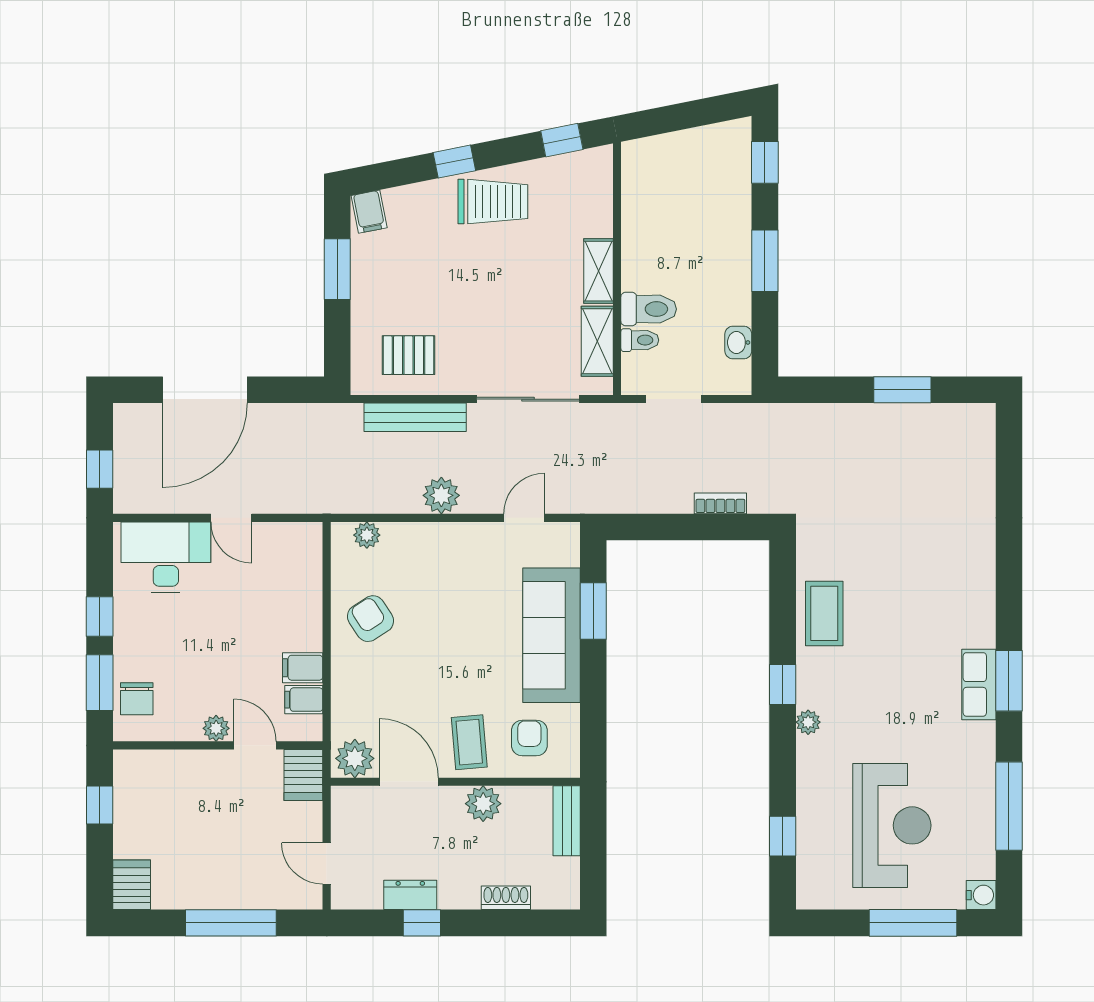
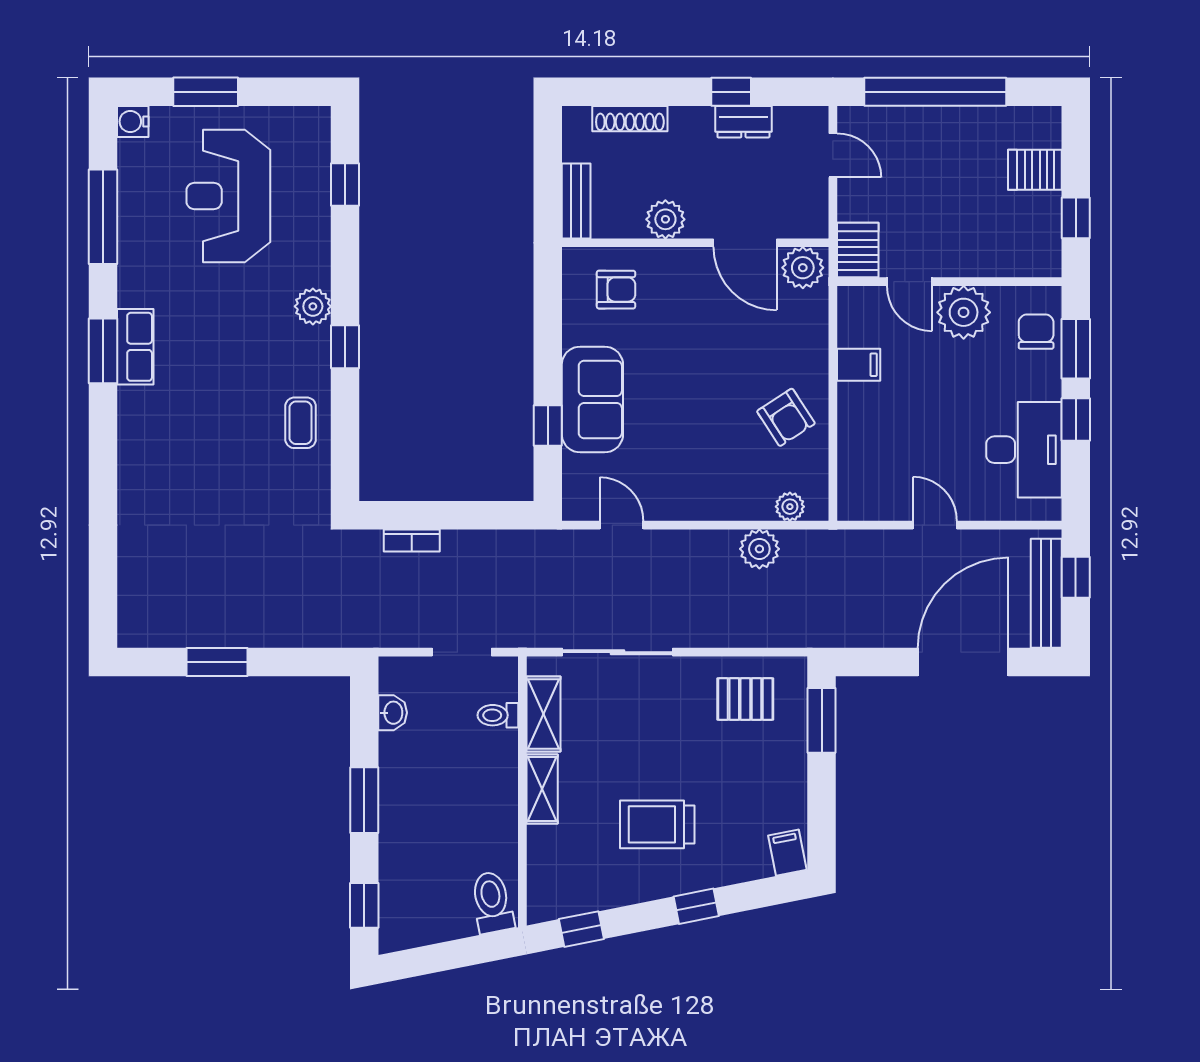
trolley: (493, 202) -> (657, 824), moved
window: (337, 269) -> (822, 720), moved
toilet: (649, 309) -> (492, 902), moved, turned 79
bench: (415, 417) -> (1046, 593), moved, turned 90
plant: (441, 495) -> (759, 549), moved
door: (524, 518) -> (622, 525), swing flipped
desk: (166, 557) -> (1024, 450), moved, turned -90
window: (593, 611) -> (548, 425), width x0.67
coffee table: (824, 613) -> (301, 423), width x0.73, depth x0.77
sofa: (551, 635) -> (592, 399), width x0.73
filing cabinet: (304, 700) -> (857, 331), removed
plant: (808, 722) -> (313, 306), width x1.38, depth x1.38
plant: (216, 728) -> (964, 312), width x1.87, depth x1.87
armchair: (529, 738) -> (616, 290), turned -90
coffee table: (469, 742) -> (680, 285), removed
server rack: (132, 885) -> (1035, 170), moved, turned 90
shoe rack: (506, 898) -> (630, 119), width x1.43
window: (231, 923) -> (935, 92), width x1.46
window: (913, 923) -> (206, 92), width x0.69

